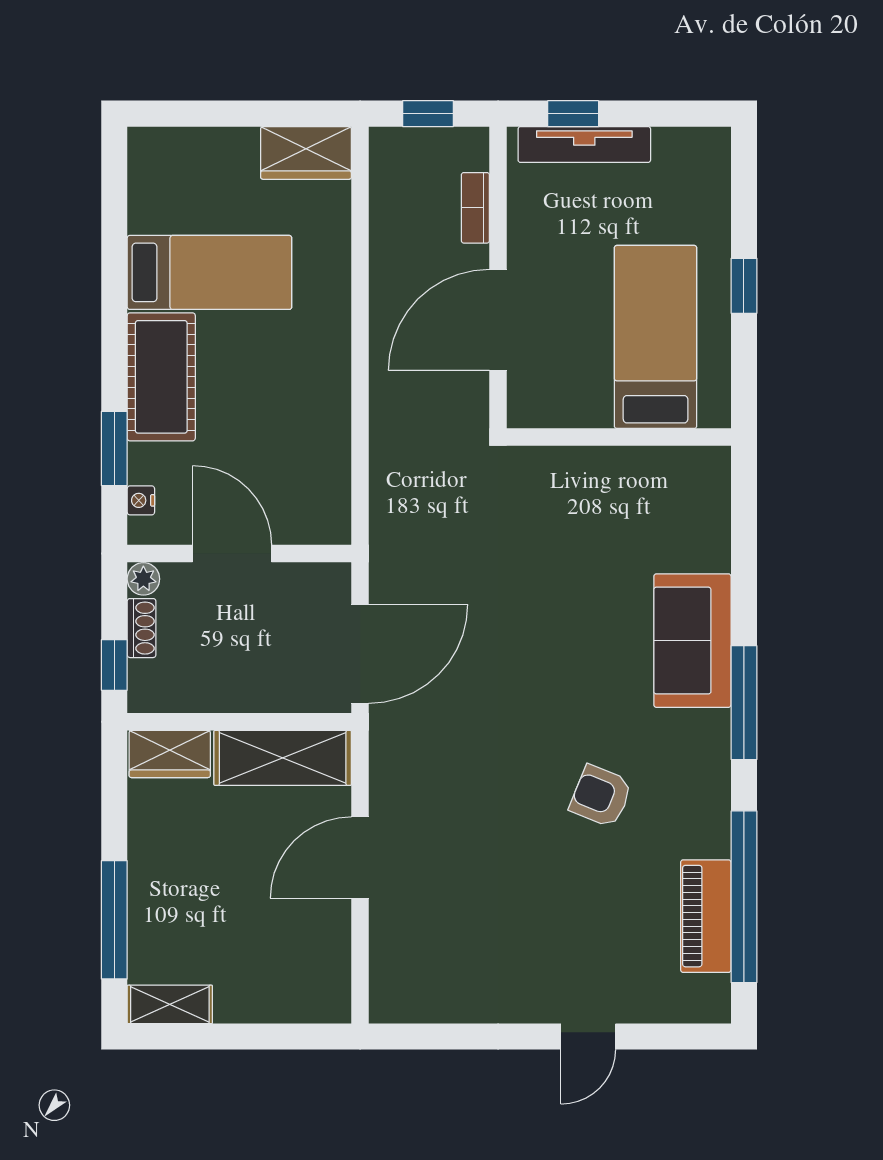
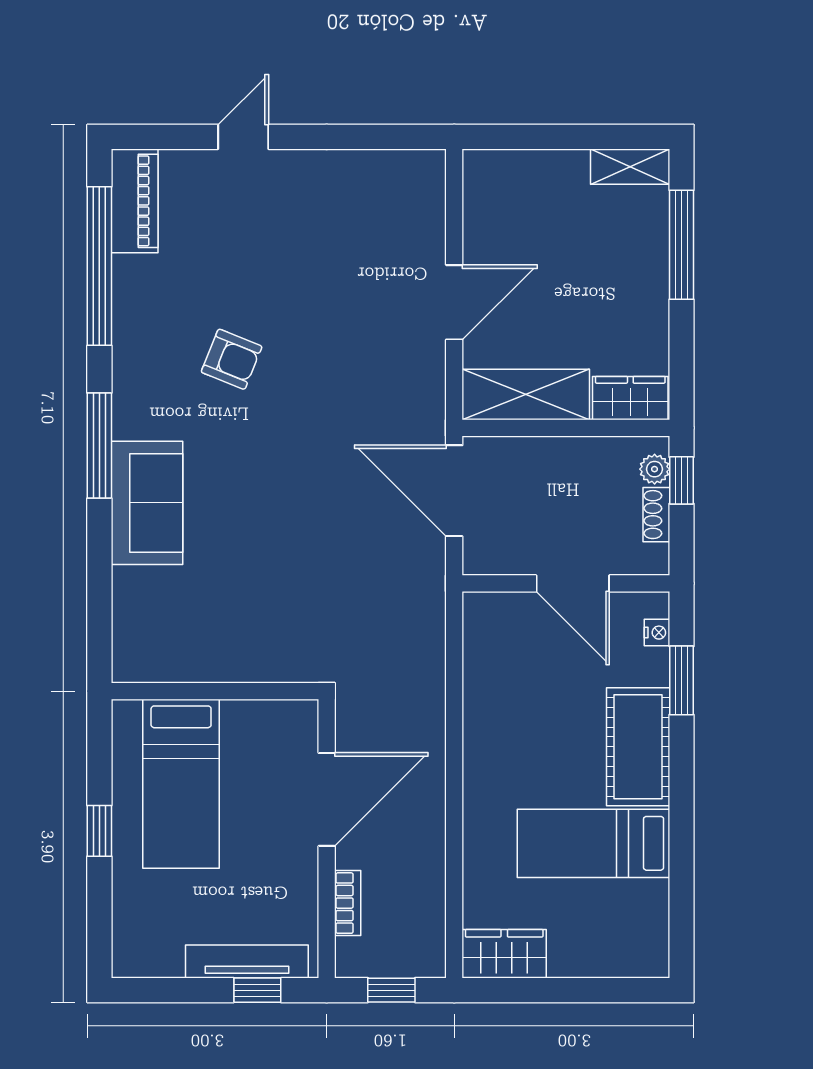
plant: (143, 579) -> (655, 469), moved
door: (360, 654) -> (454, 491), hinge flipped
piano: (706, 916) -> (135, 201), moved

